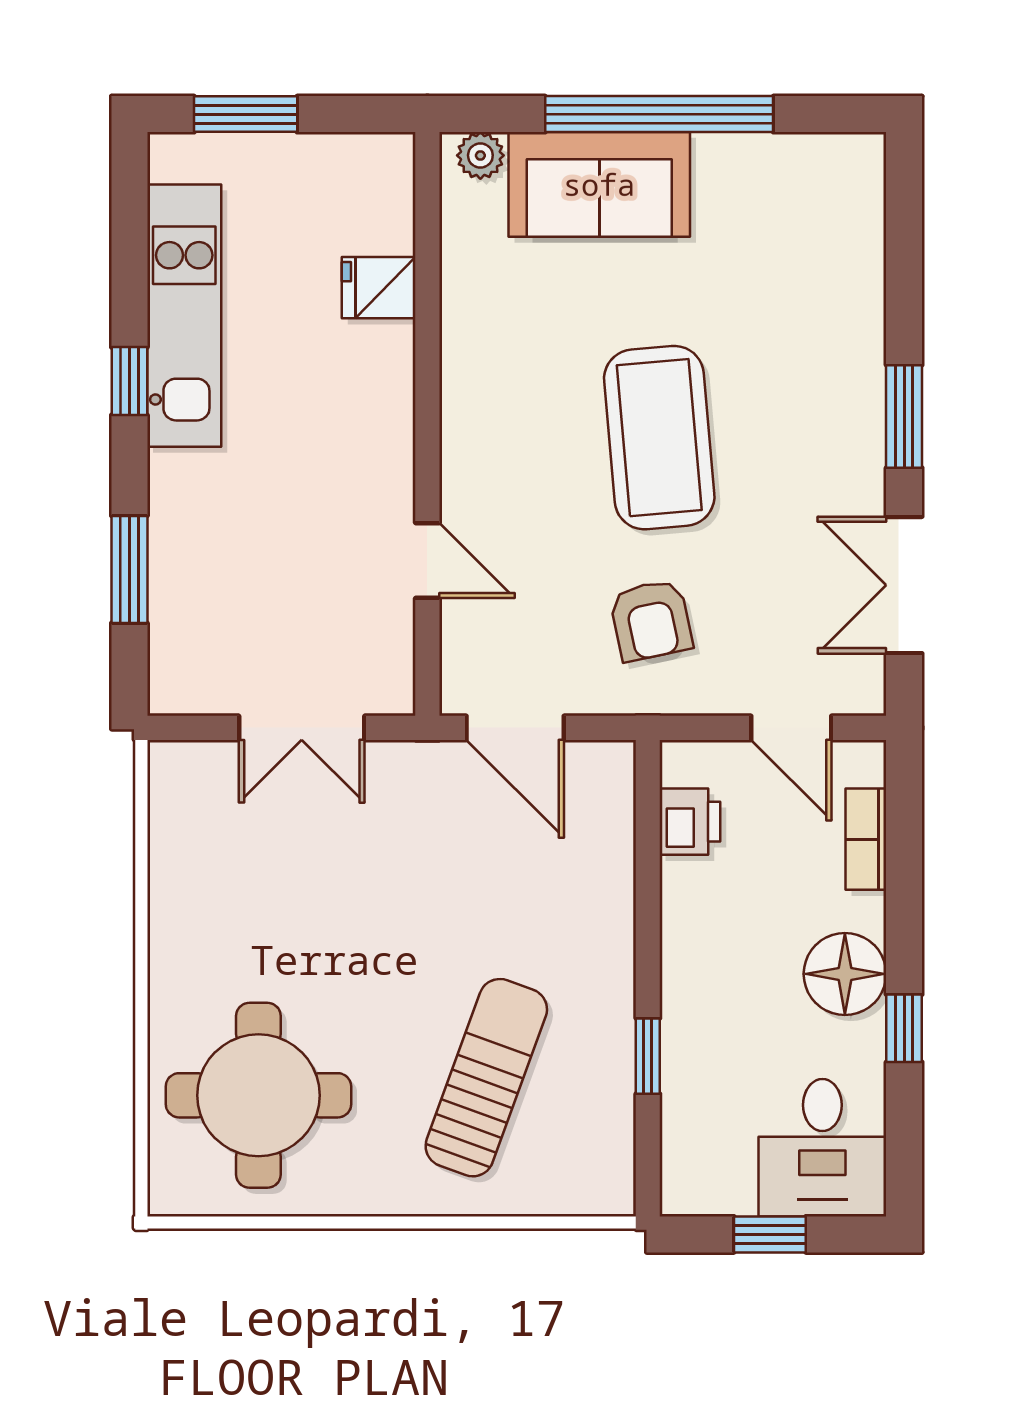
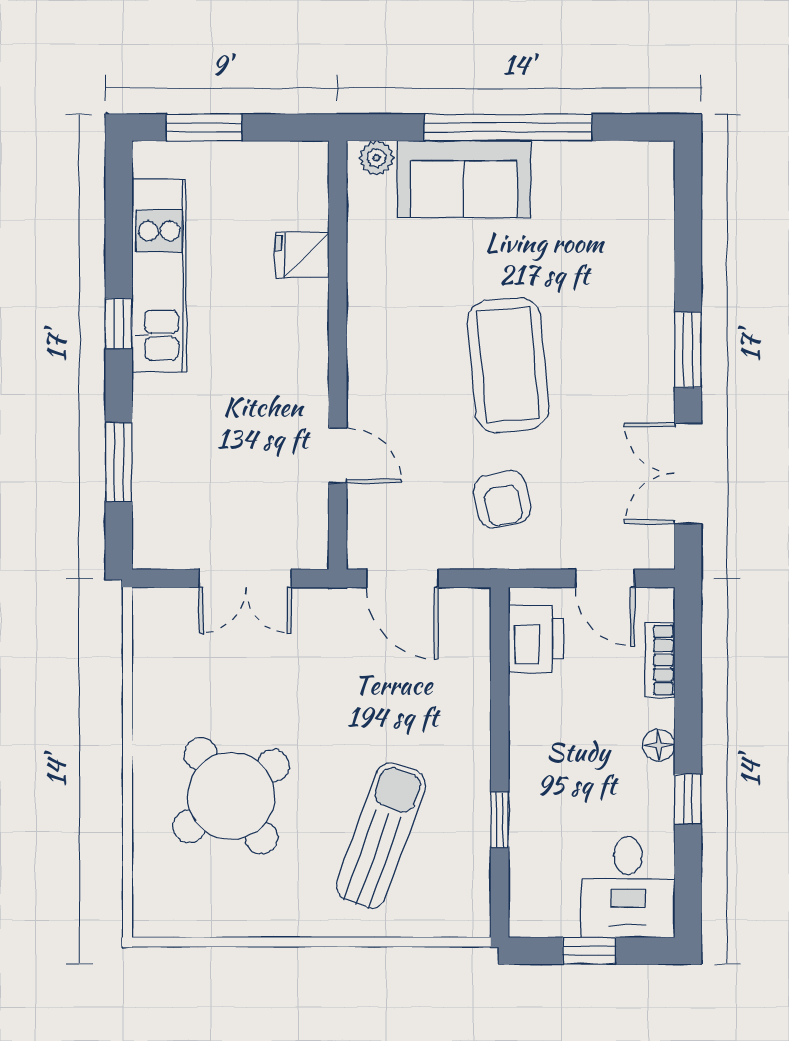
printer: (690, 822) -> (536, 638), width x1.36, depth x1.24
floor lamp: (845, 974) -> (659, 745), width x0.53, depth x0.53
round table: (258, 1095) -> (231, 796), moved, turned -36

